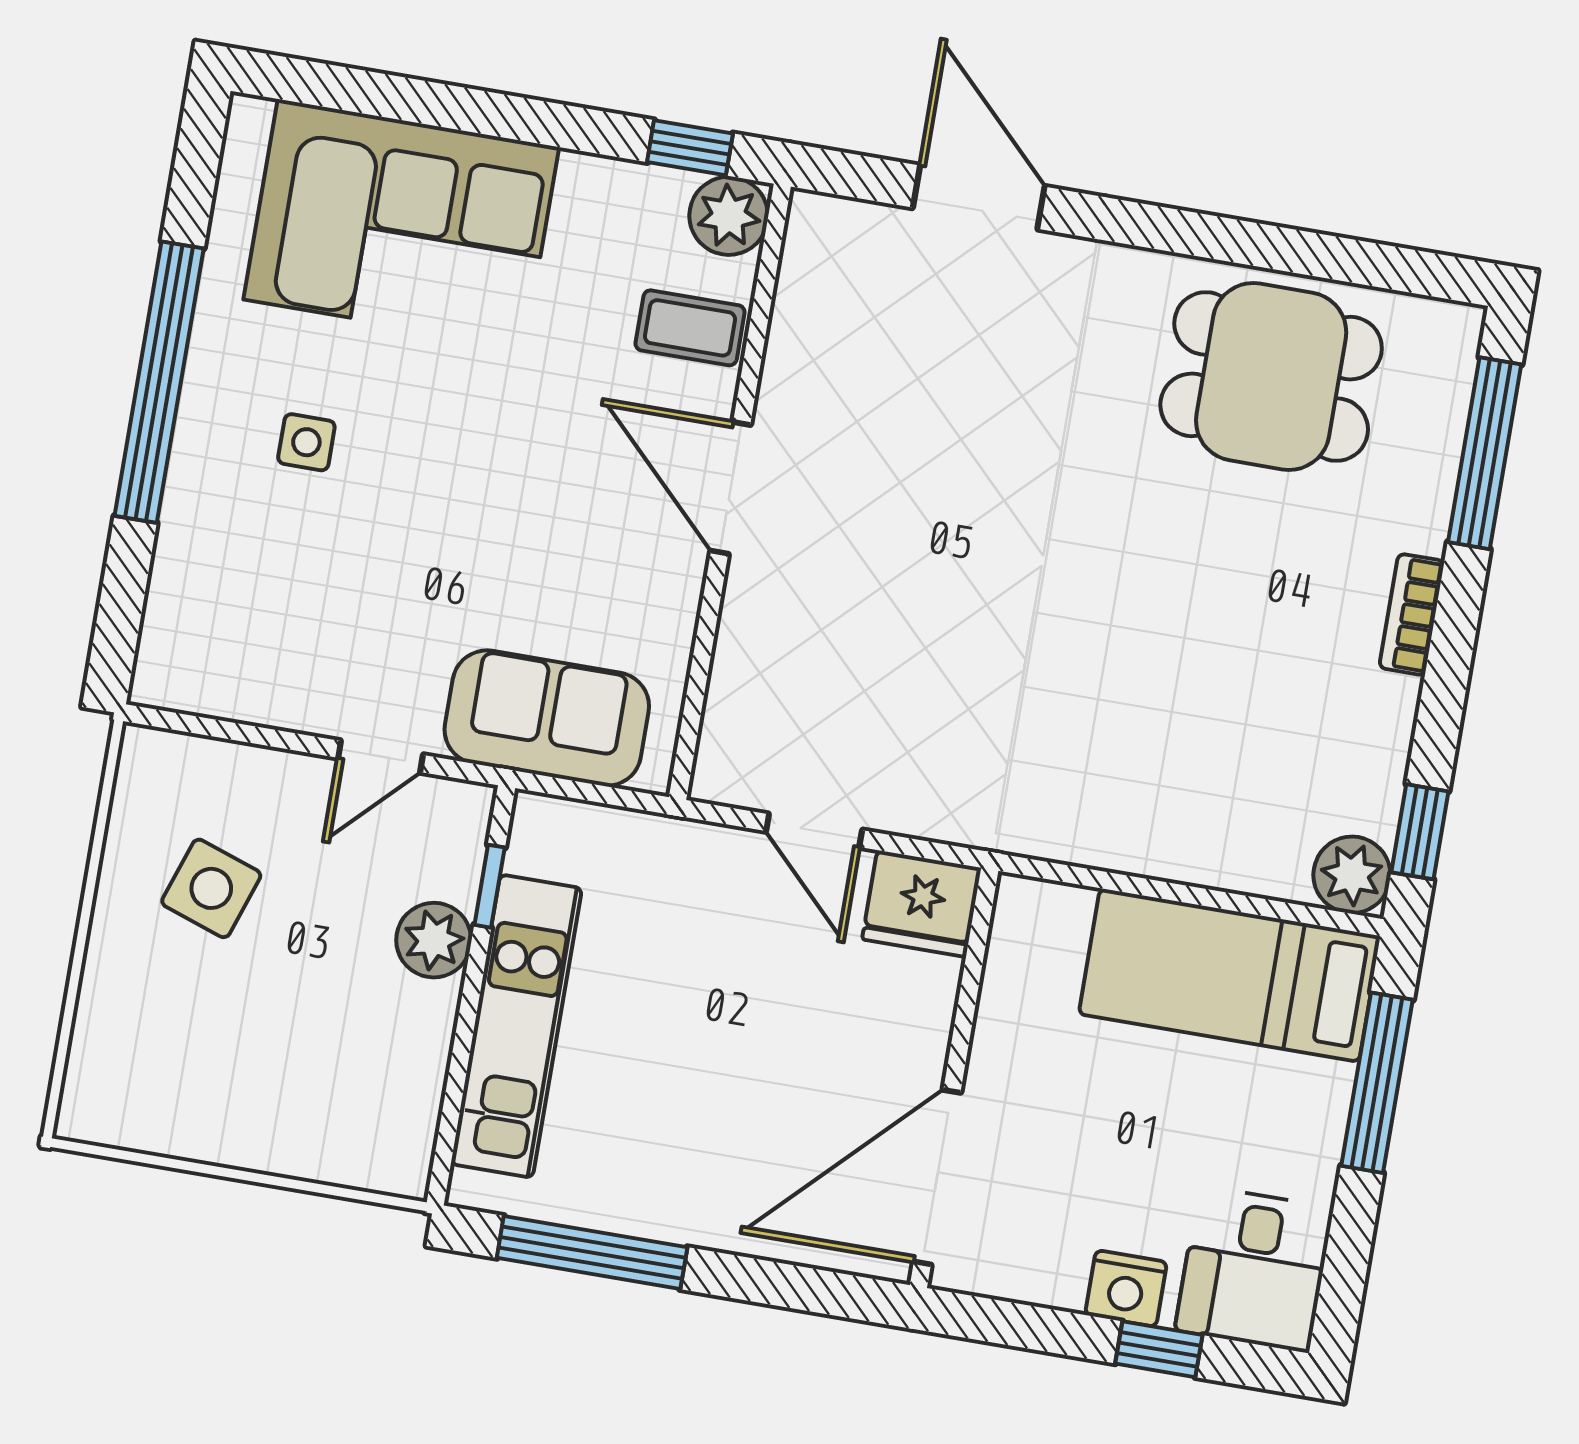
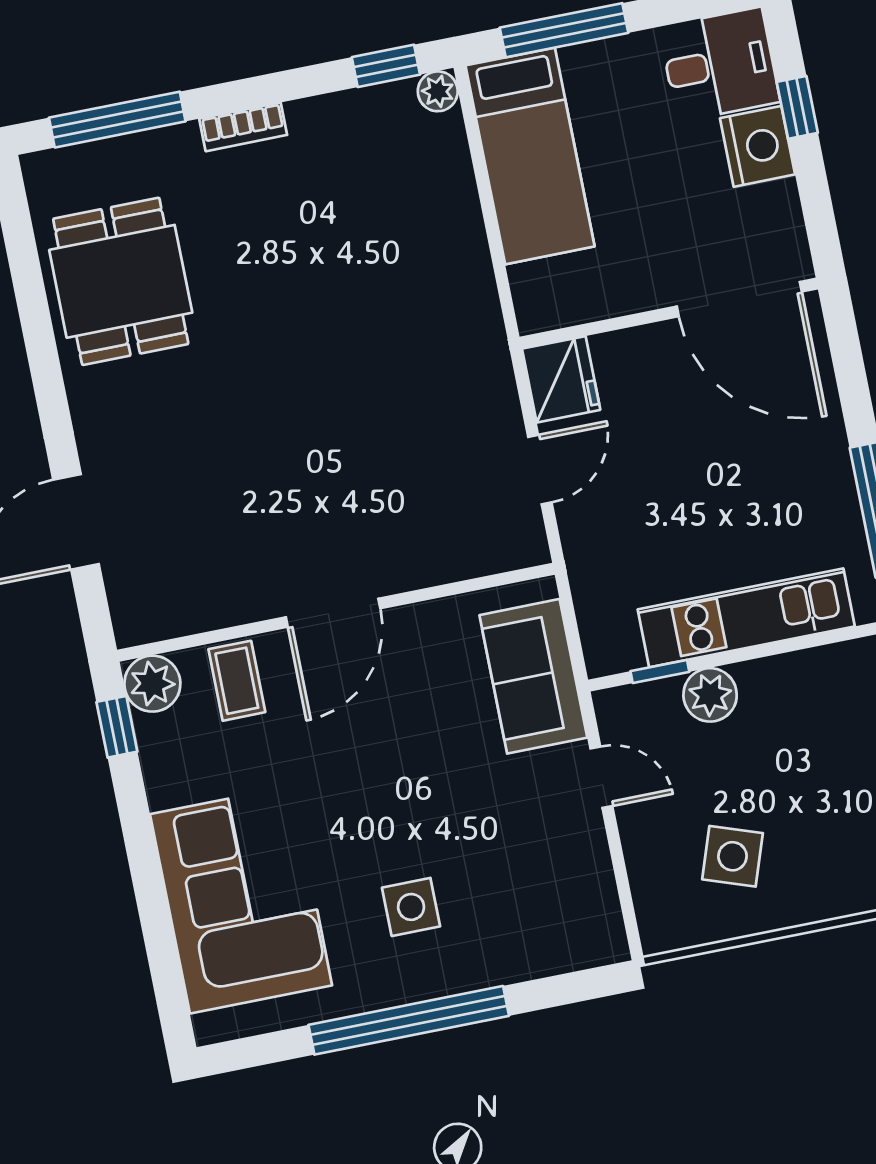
side table: (306, 442) -> (411, 907), width x1.37, depth x1.37
plant: (1352, 875) -> (438, 91), width x0.73, depth x0.73
nightstand: (1126, 1288) -> (758, 146), width x1.36, depth x1.33

